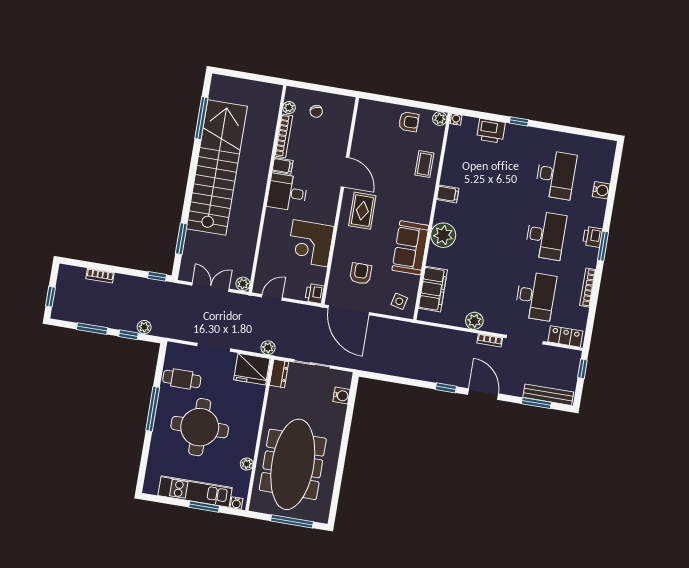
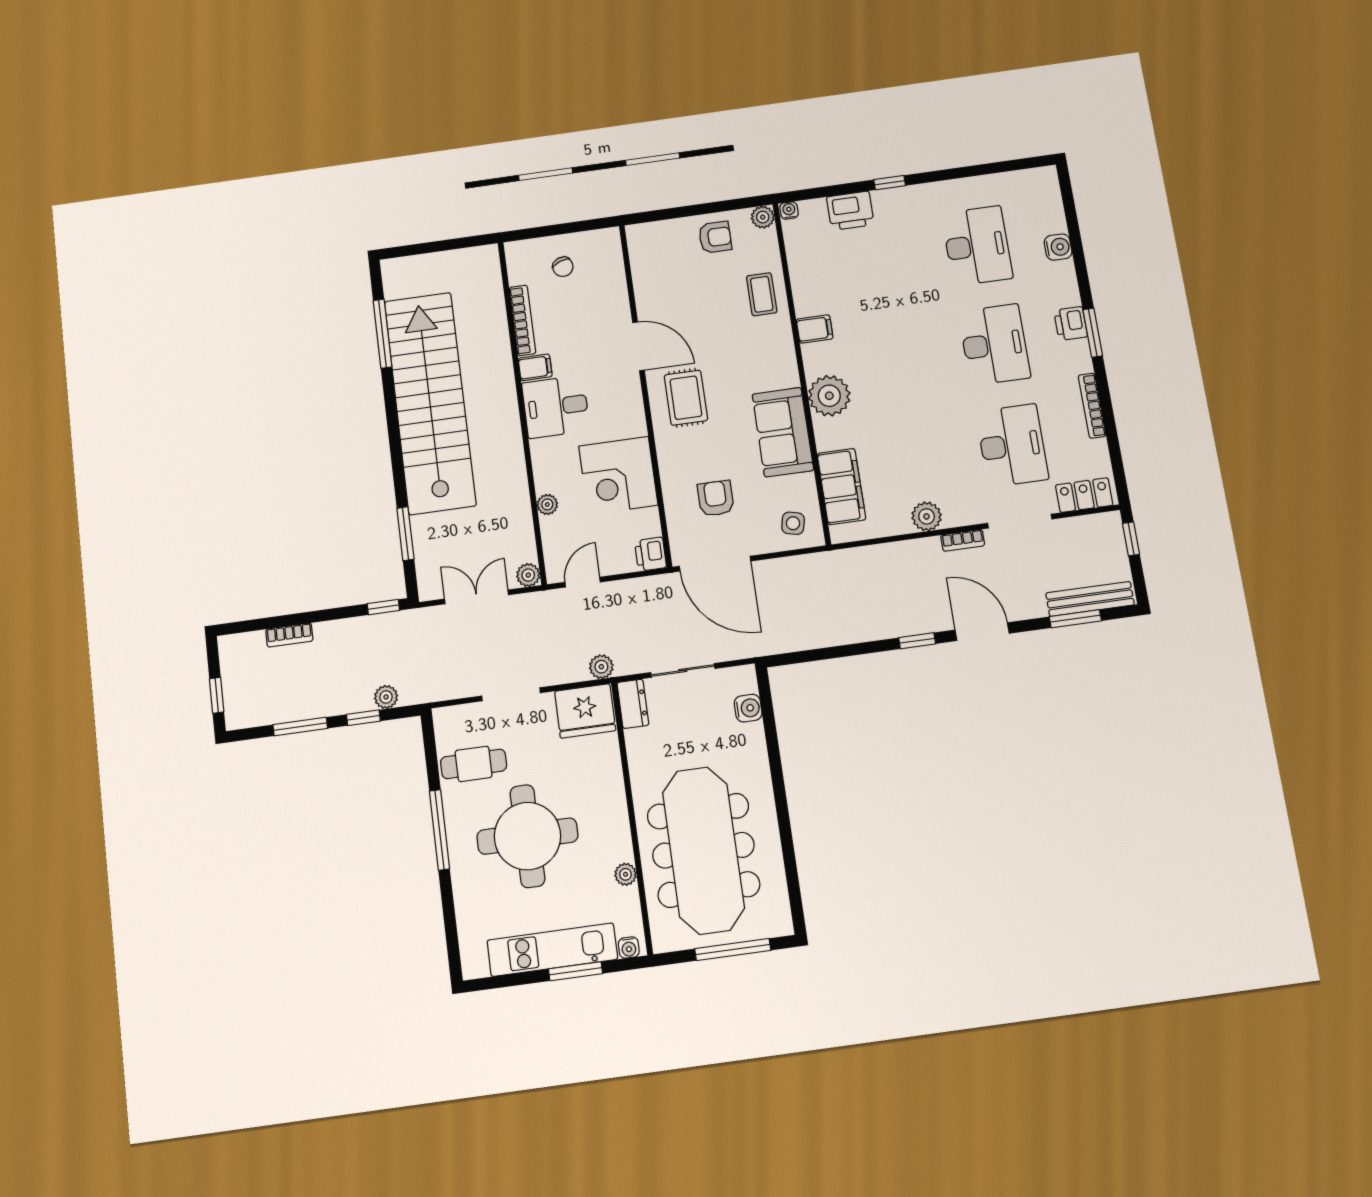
plant: (289, 108) -> (547, 504), moved

